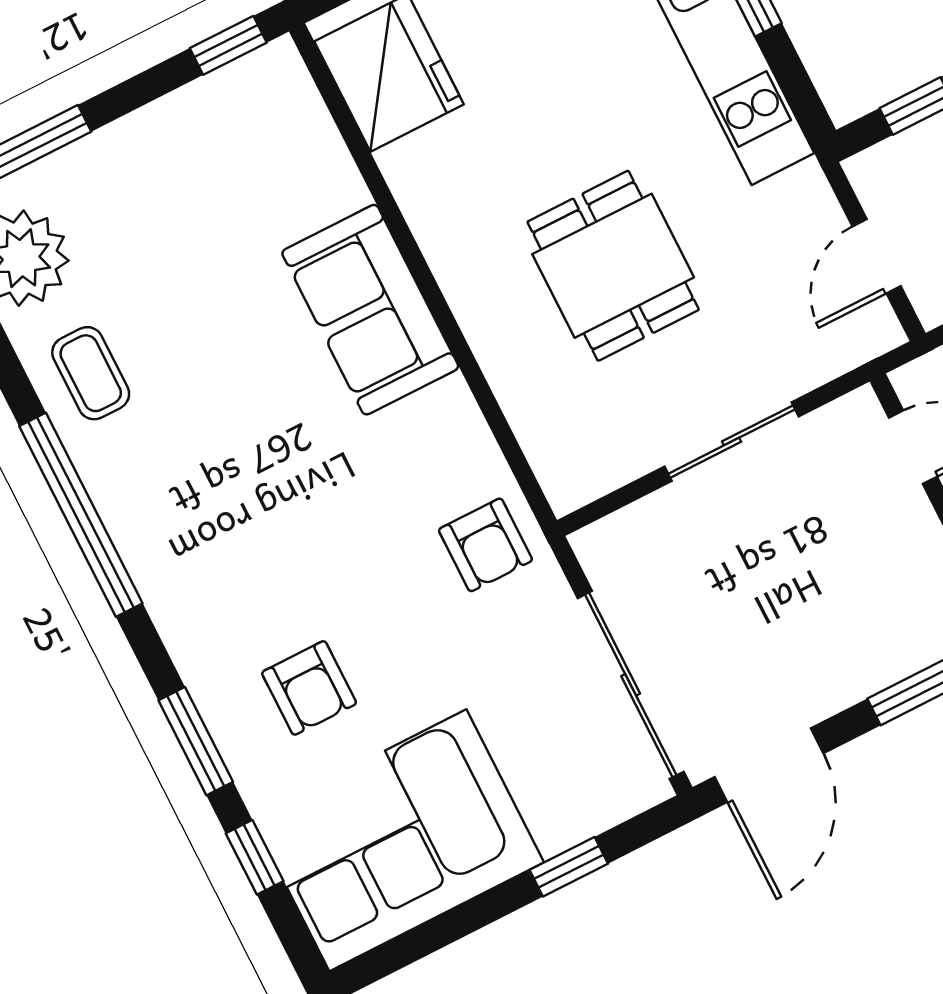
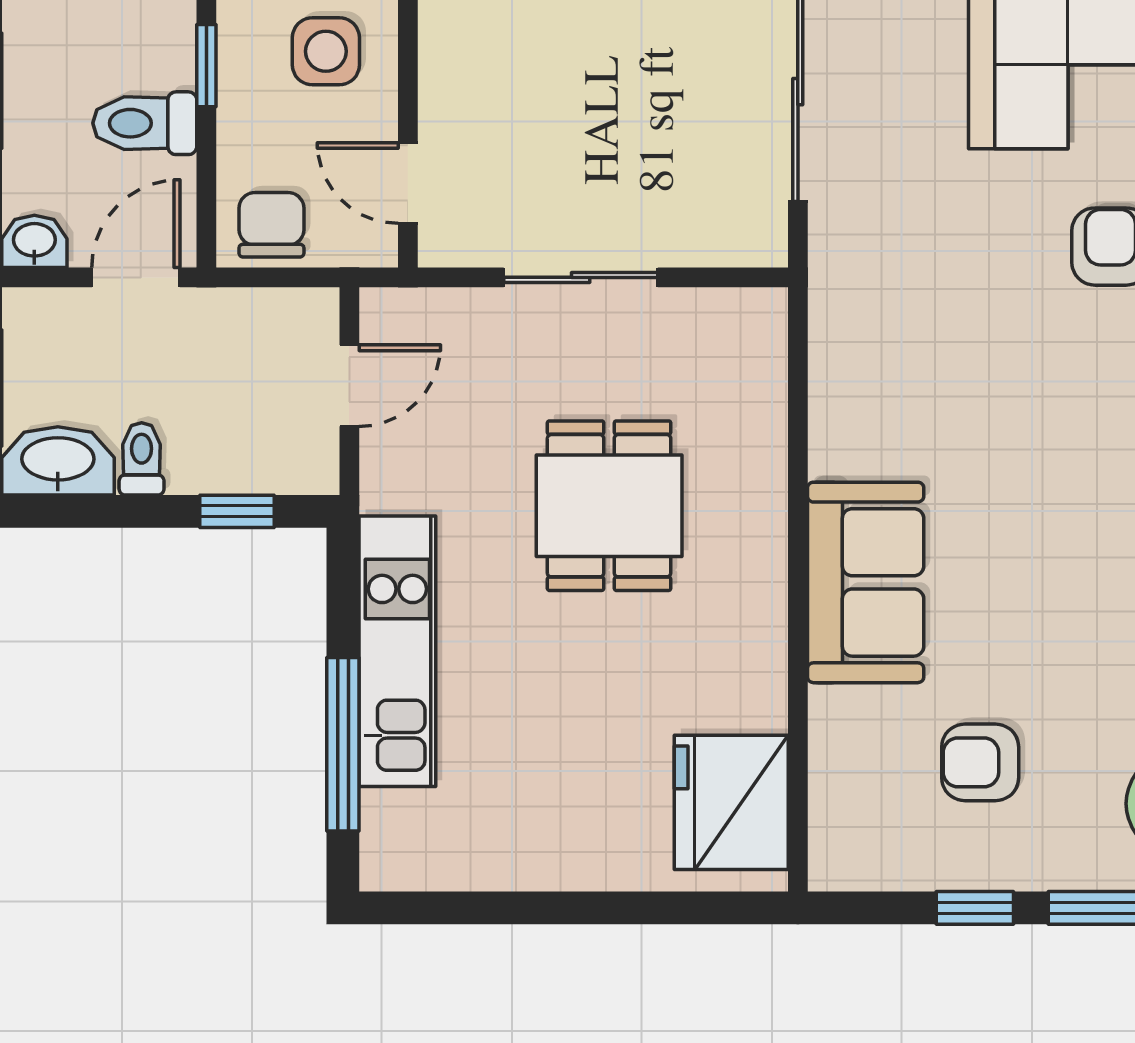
window: (228, 45) -> (975, 908), moved
armchair: (485, 545) -> (980, 762), moved, turned -90

